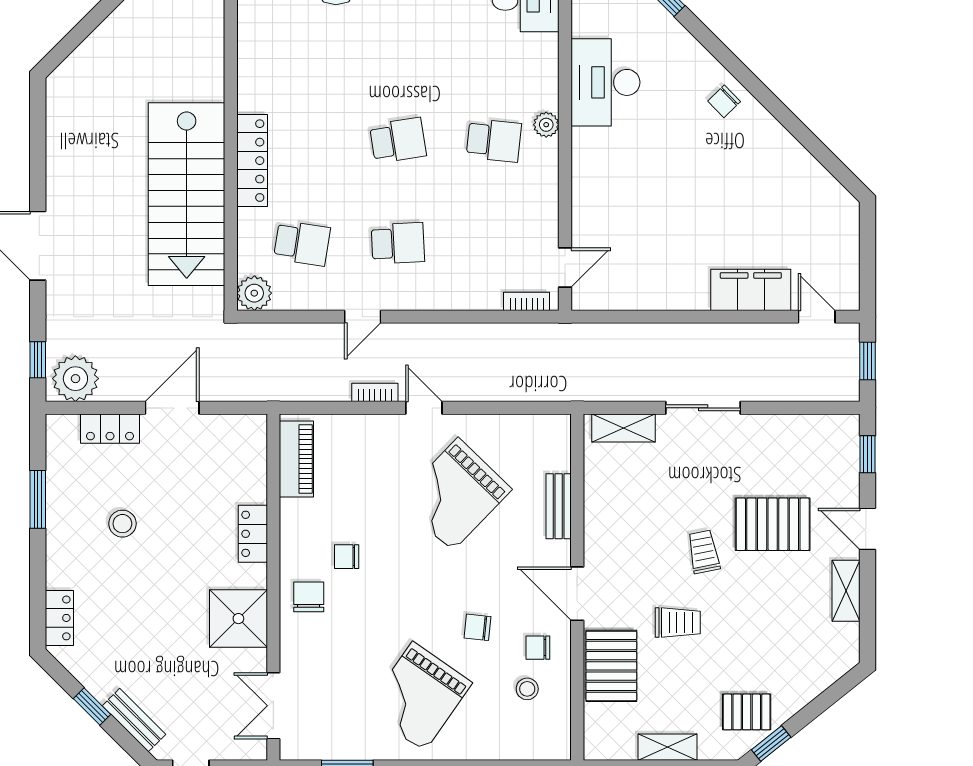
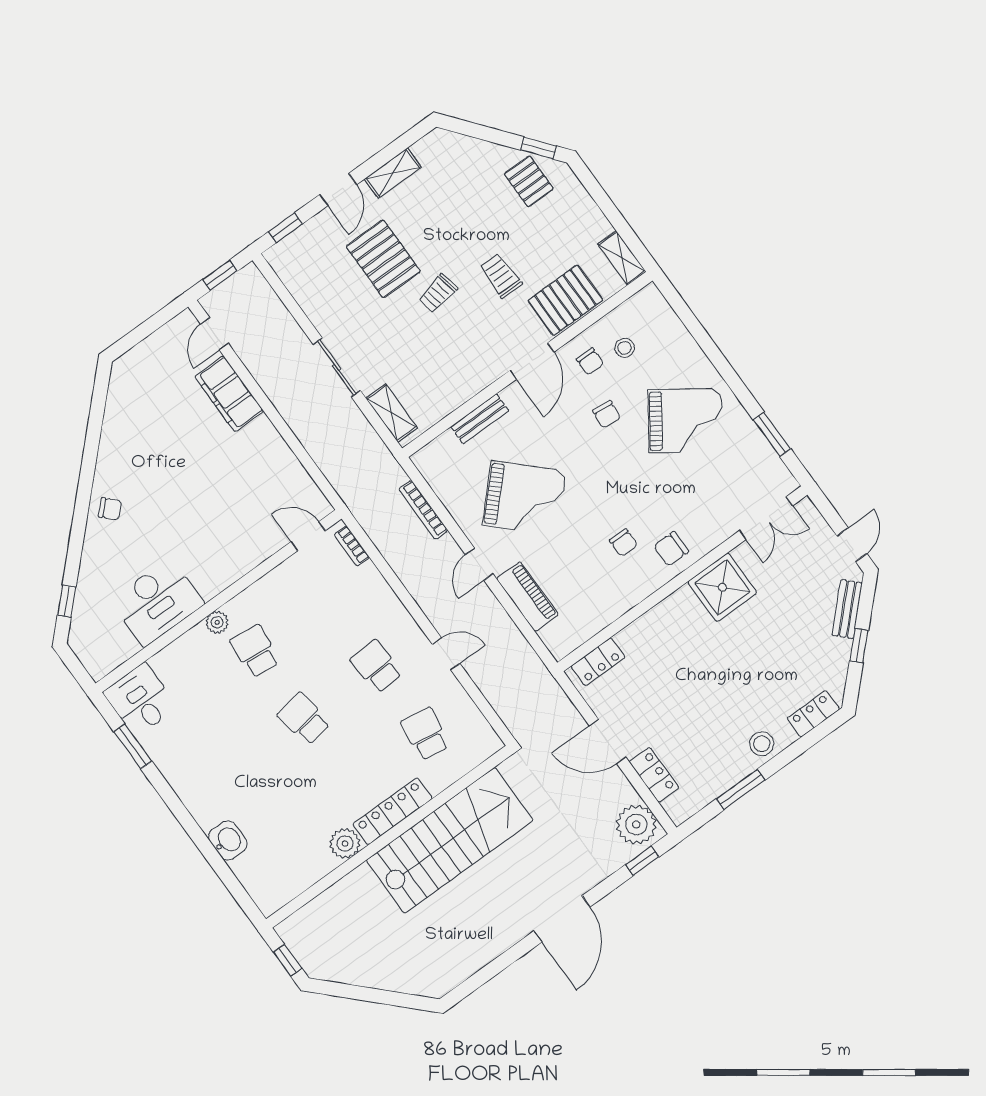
plant: (254, 293) -> (345, 843), moved
bookcase: (375, 392) -> (423, 510), moved, width x1.56
piano: (296, 459) -> (527, 597), moved, turned 90
stool: (122, 524) -> (762, 744), moved
locker: (253, 534) -> (598, 662), moved
shelving: (668, 747) -> (622, 258), moved

